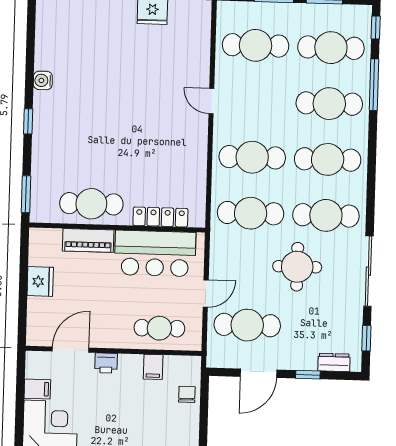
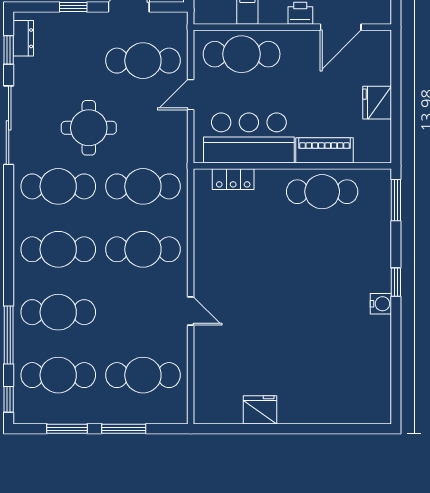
water cooler: (43, 80) -> (381, 304), moved
locker: (160, 217) -> (233, 179), width x0.66
cafe table: (159, 328) -> (242, 54), width x1.37, depth x1.35
dresser: (334, 362) -> (23, 38), moved, turned -90

